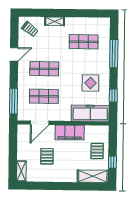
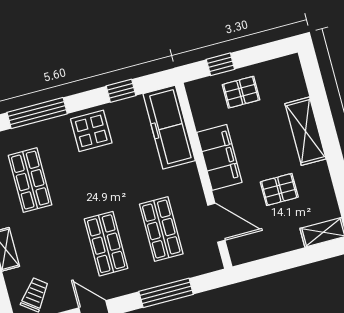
display table: (90, 83) -> (91, 131), moved
window: (13, 101) -> (166, 293), moved
window: (112, 162) -> (220, 64), moved
shelving: (93, 176) -> (305, 131), moved

